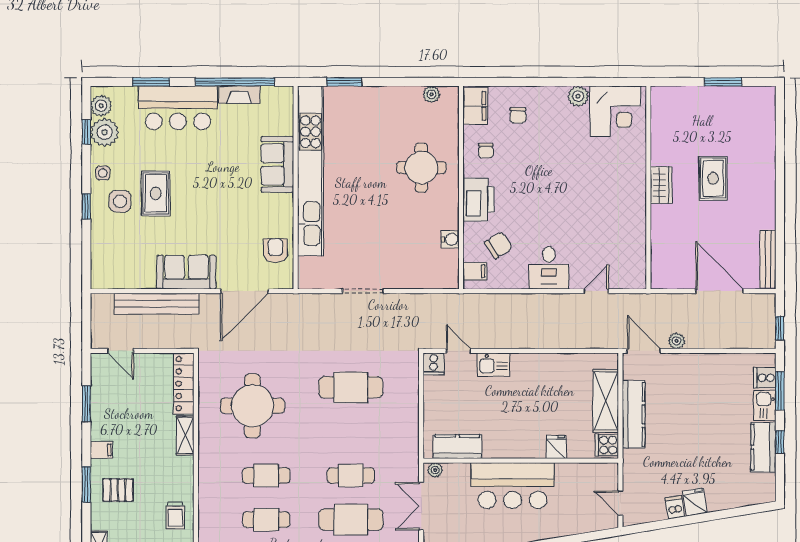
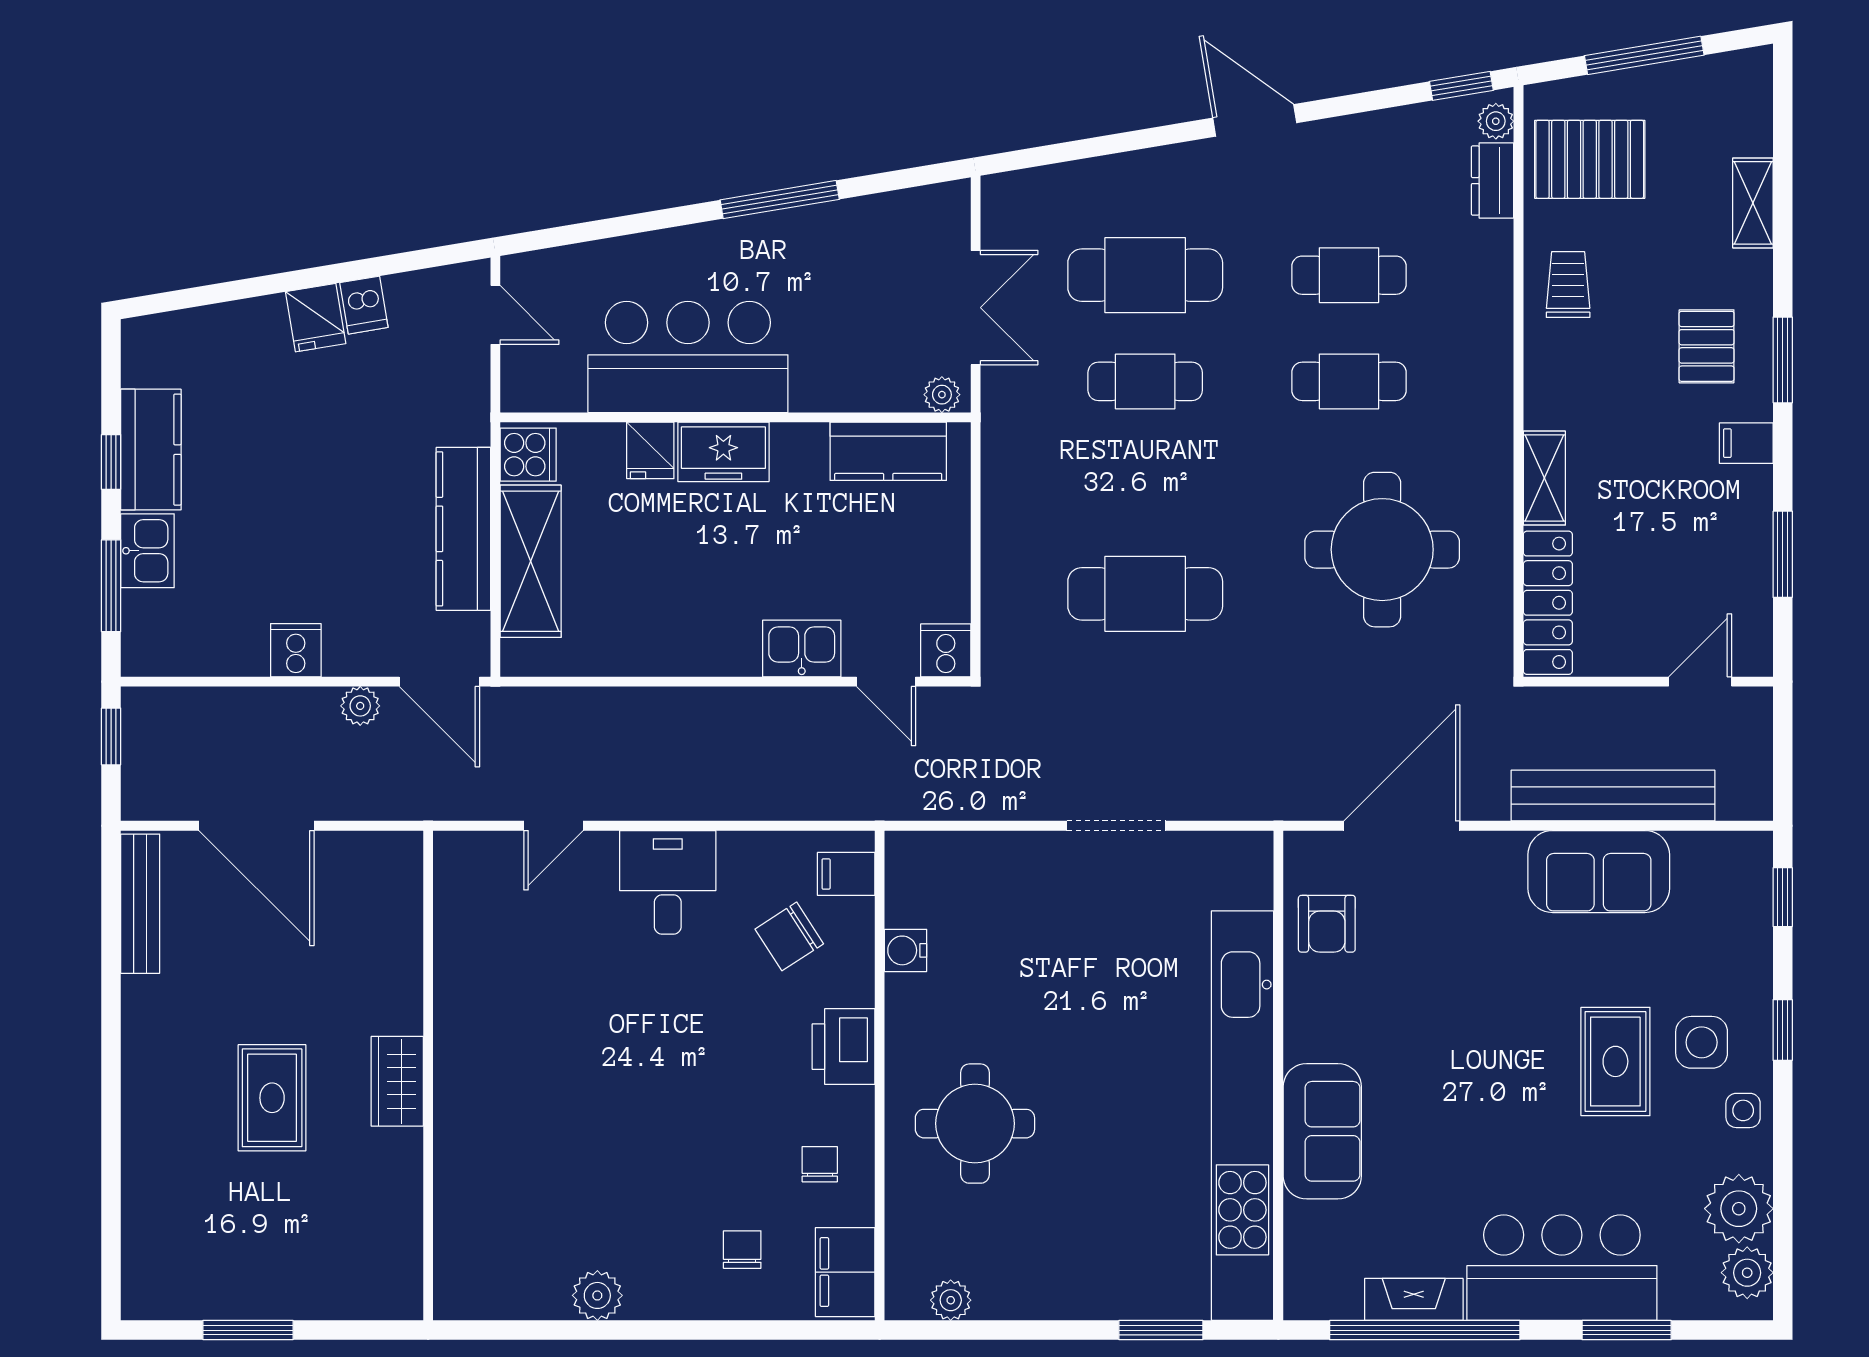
corner desk: (615, 111) -> (507, 1259), removed
window: (86, 132) -> (1783, 897), moved
printer: (478, 200) -> (844, 1047), width x0.73, depth x0.84
sofa: (186, 272) -> (1599, 872), moved
door: (121, 351) -> (1700, 682), hinge flipped
cooker: (765, 378) -> (296, 650), moved, turned -90
freezer: (526, 446) -> (723, 452), added
bar counter: (513, 486) -> (688, 357), moved
pallet: (118, 490) -> (1707, 346), turned 90

